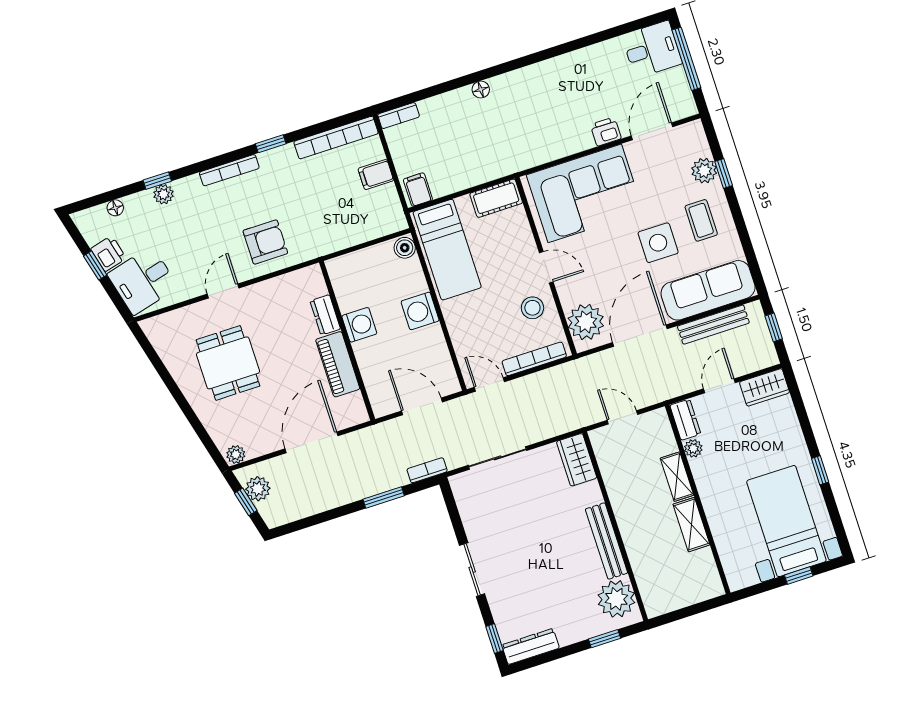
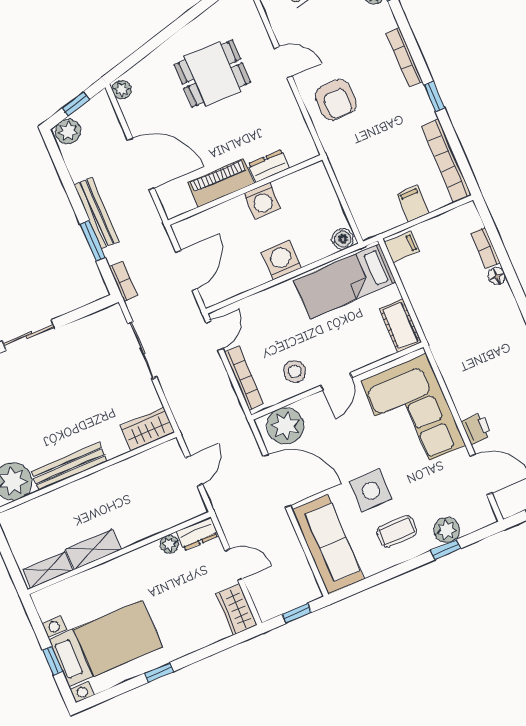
floor lamp: (481, 90) -> (497, 276), moved
bookcase: (399, 116) -> (485, 248), moved
bench: (713, 325) -> (97, 213), moved
shelving: (677, 477) -> (48, 570), moved
plant: (258, 489) -> (68, 131), moved

